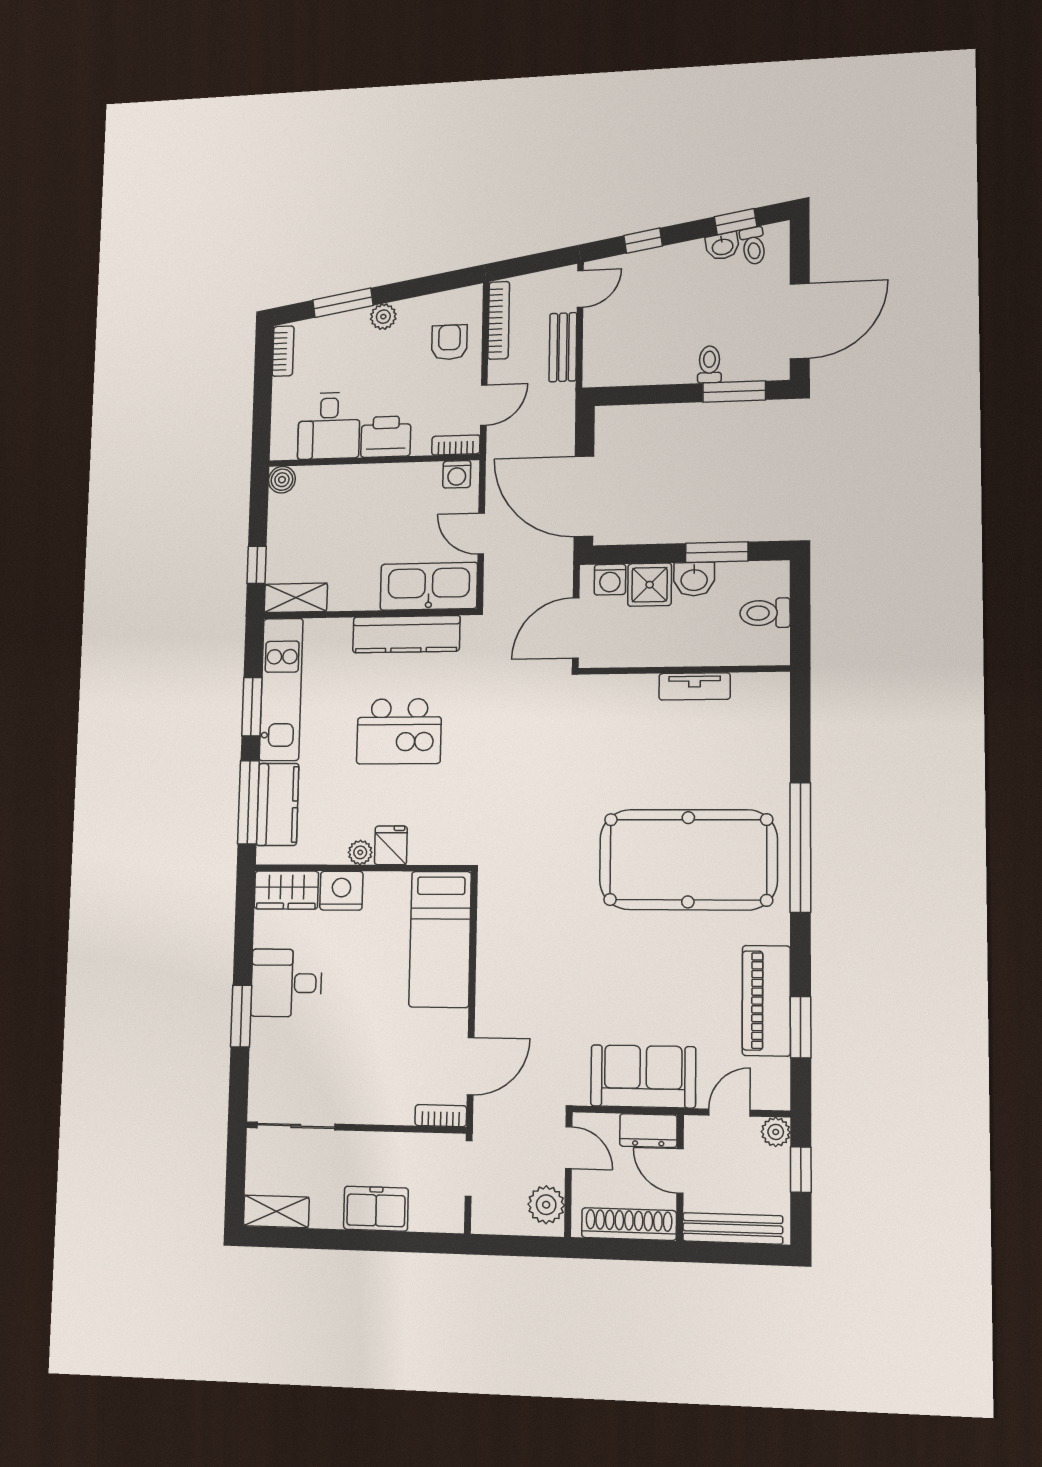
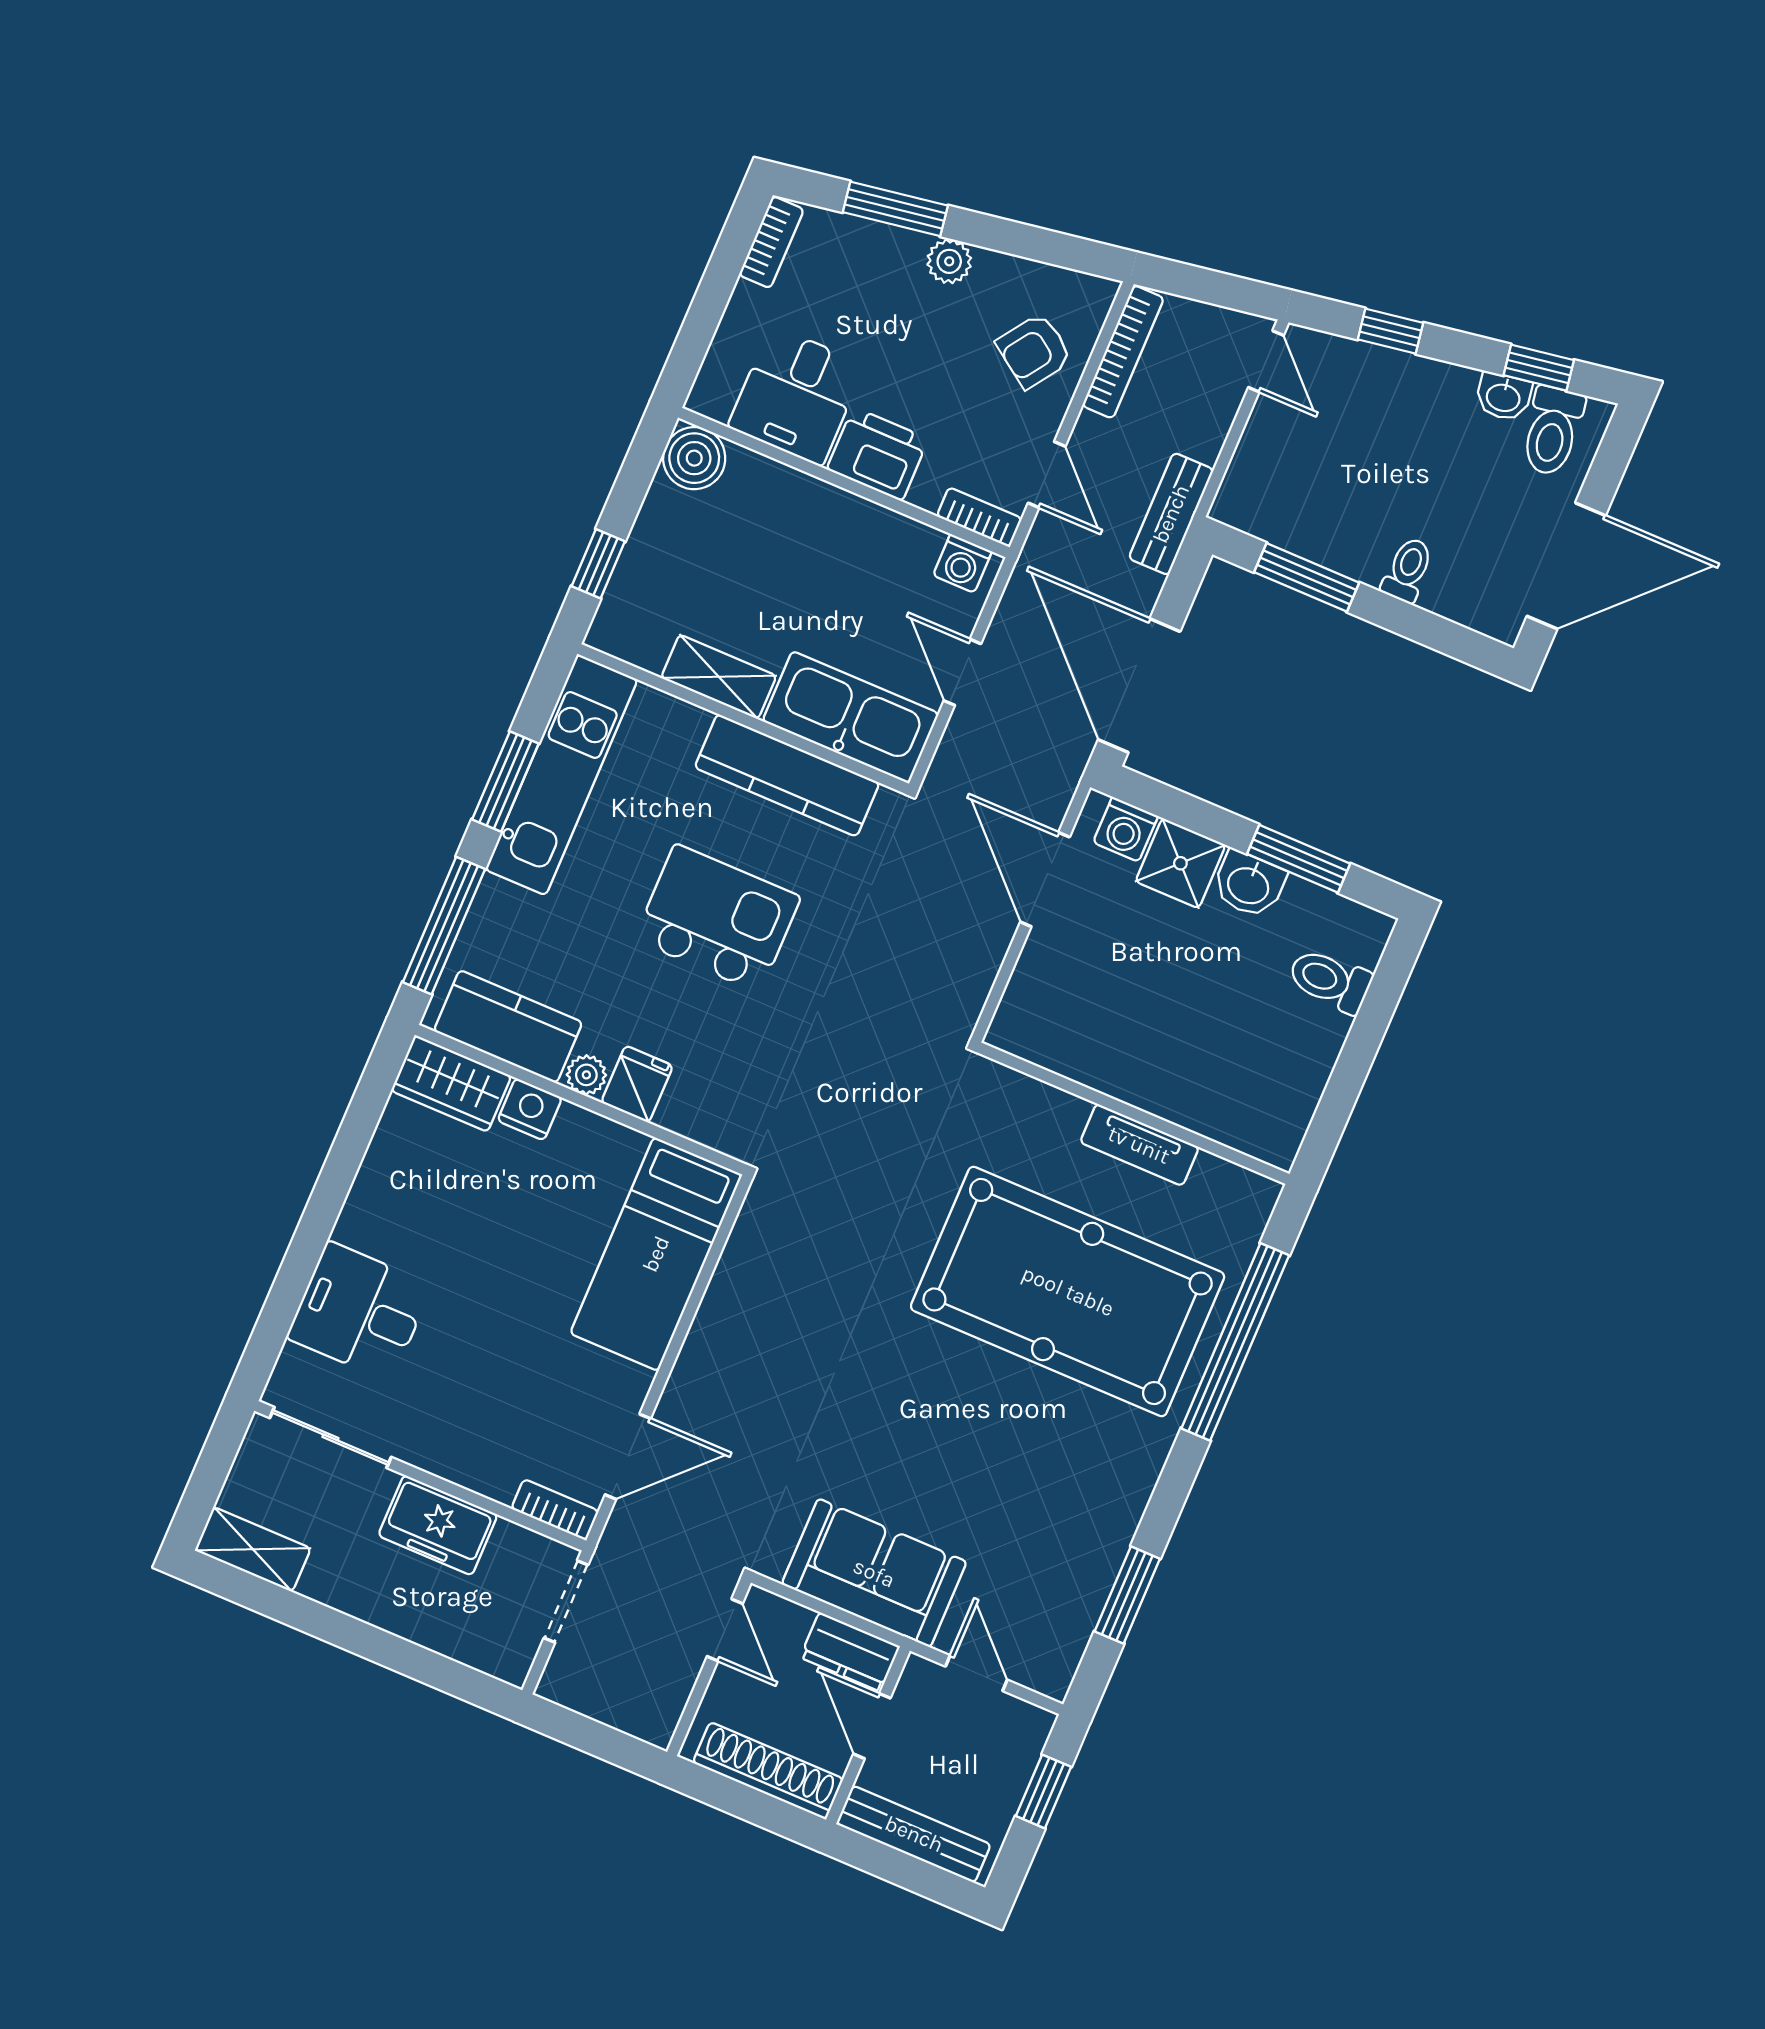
toilet: (753, 246) -> (1552, 431), width x1.37, depth x1.39
door: (580, 289) -> (1266, 361), hinge flipped
armchair: (449, 342) -> (1034, 351), turned -145
bench: (563, 347) -> (1171, 514), moved
window: (734, 391) -> (1307, 577), moved
door: (484, 405) -> (1047, 475), hinge flipped
boiler: (282, 480) -> (694, 458), width x1.36, depth x1.36
shelving: (296, 598) -> (719, 677), moved
door: (576, 628) -> (1045, 880), hinge flipped
wall: (683, 670) -> (1133, 1113), moved
tv unit: (695, 686) -> (1139, 1145), moved
kitchen island: (399, 731) -> (717, 918), turned 180
kitchen counter: (278, 804) -> (508, 1027), moved, turned -90
nightstand: (341, 891) -> (530, 1109), width x0.74, depth x0.75
desk: (286, 983) -> (359, 1311), moved
piano: (766, 1001) -> (1095, 1538), removed
window: (241, 1016) -> (309, 1242), removed
door: (729, 1113) -> (976, 1673), hinge flipped
plant: (776, 1132) -> (1030, 1726), removed
plant: (546, 1205) -> (659, 1697), removed
freezer: (376, 1209) -> (438, 1525), moved, turned 180

